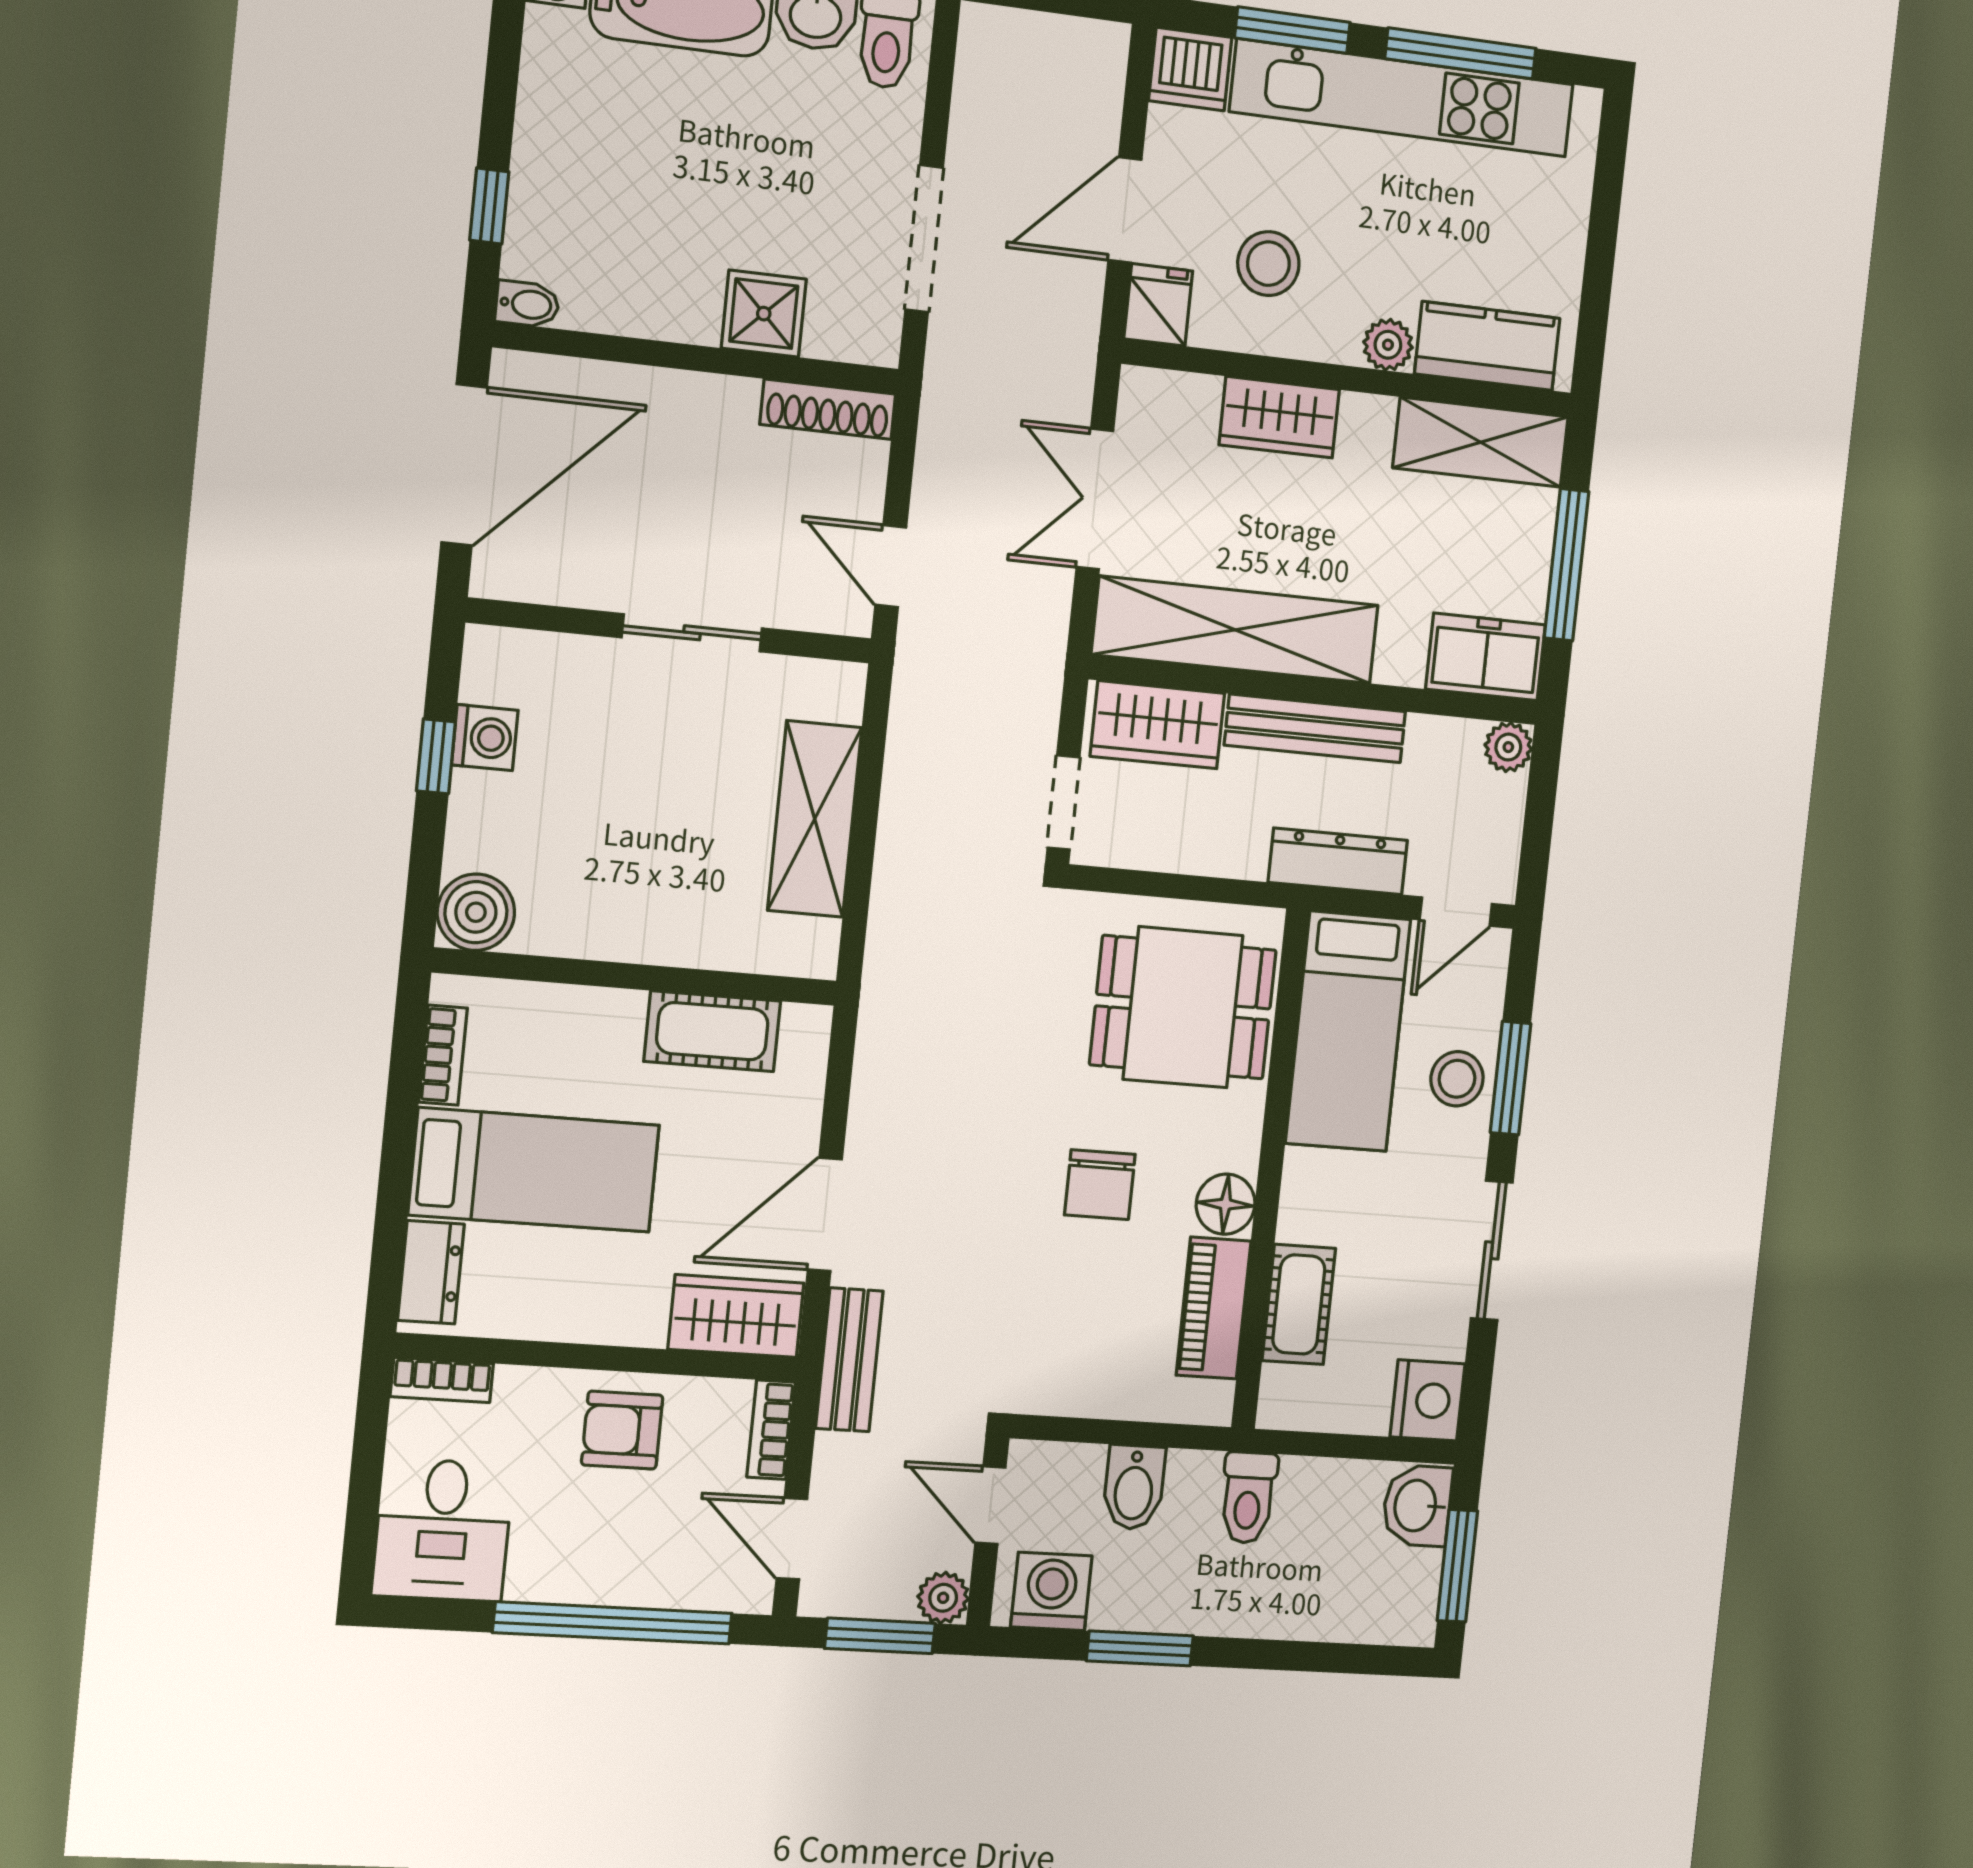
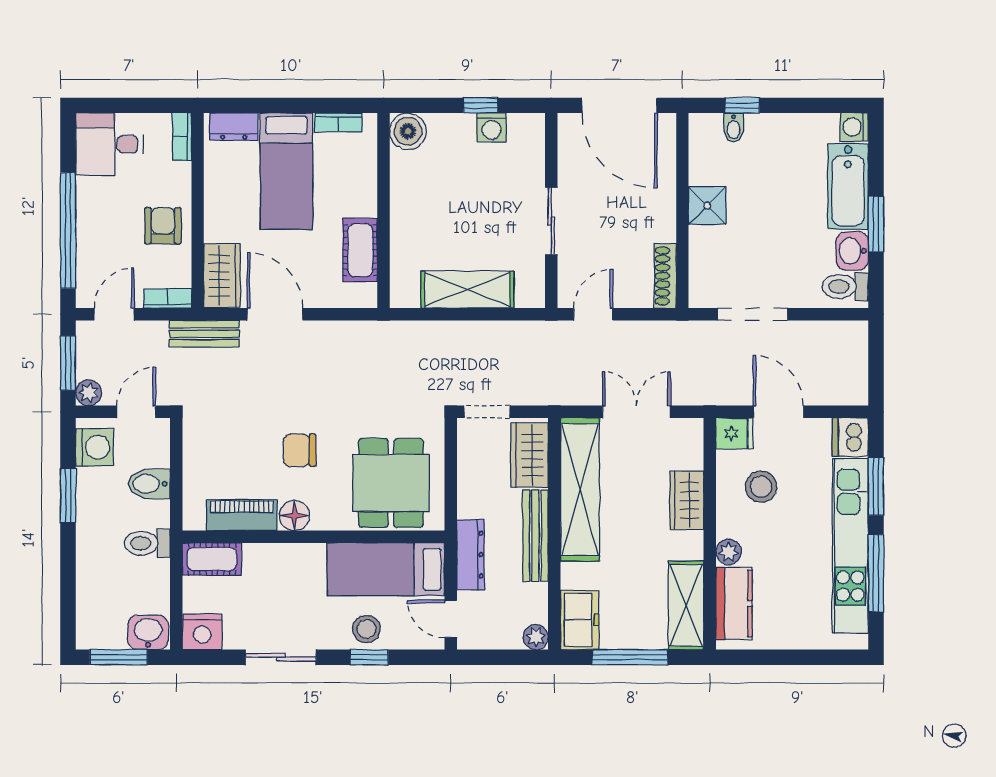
bidet: (527, 304) -> (734, 128), moved
shower: (764, 314) -> (707, 206), moved
window: (1511, 1078) -> (369, 657), width x0.67
cot: (1299, 1304) -> (212, 559), moved

